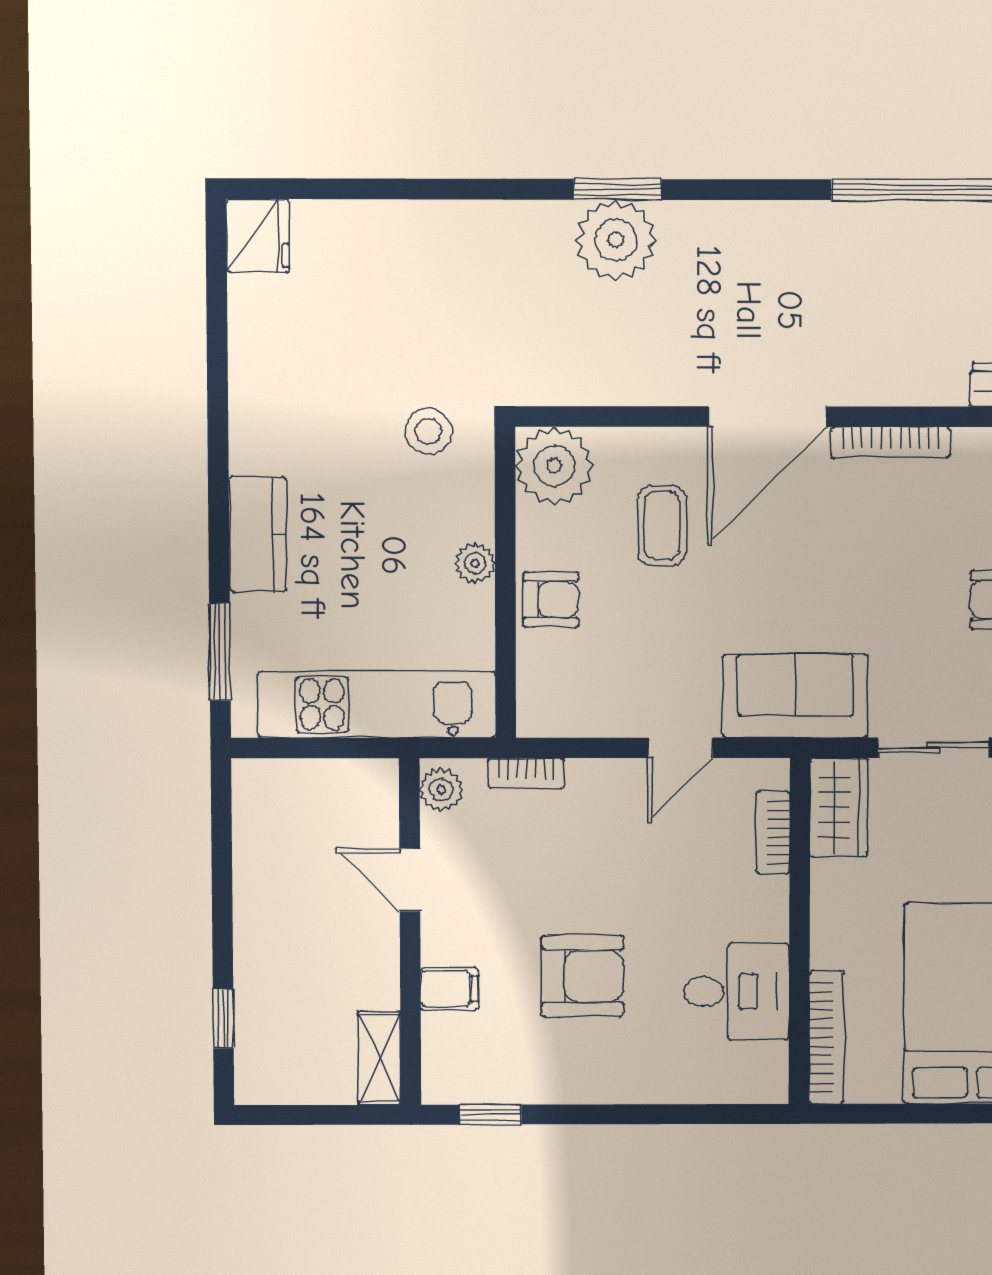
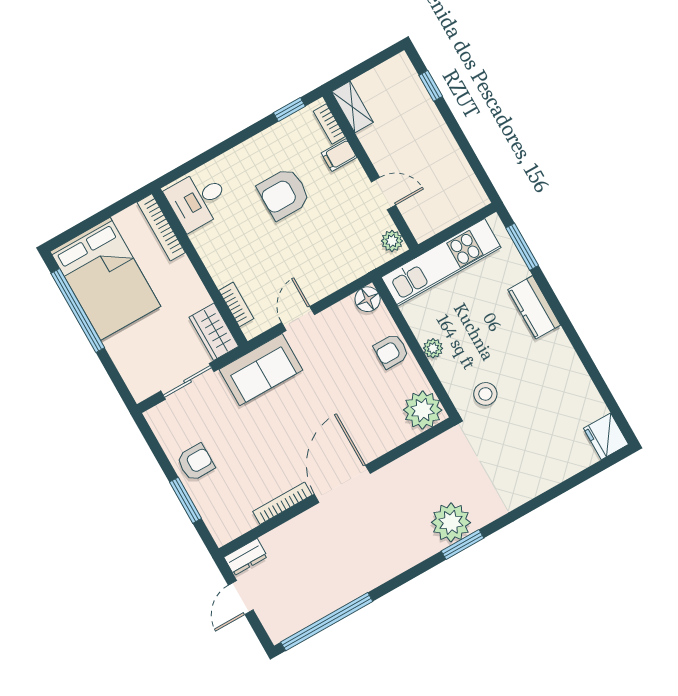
coffee table: (662, 525) -> (361, 411), removed
floor lamp: (541, 713) -> (368, 299), added
bookcase: (526, 773) -> (329, 124), moved, turned -90
desk: (736, 992) -> (198, 200), moved

